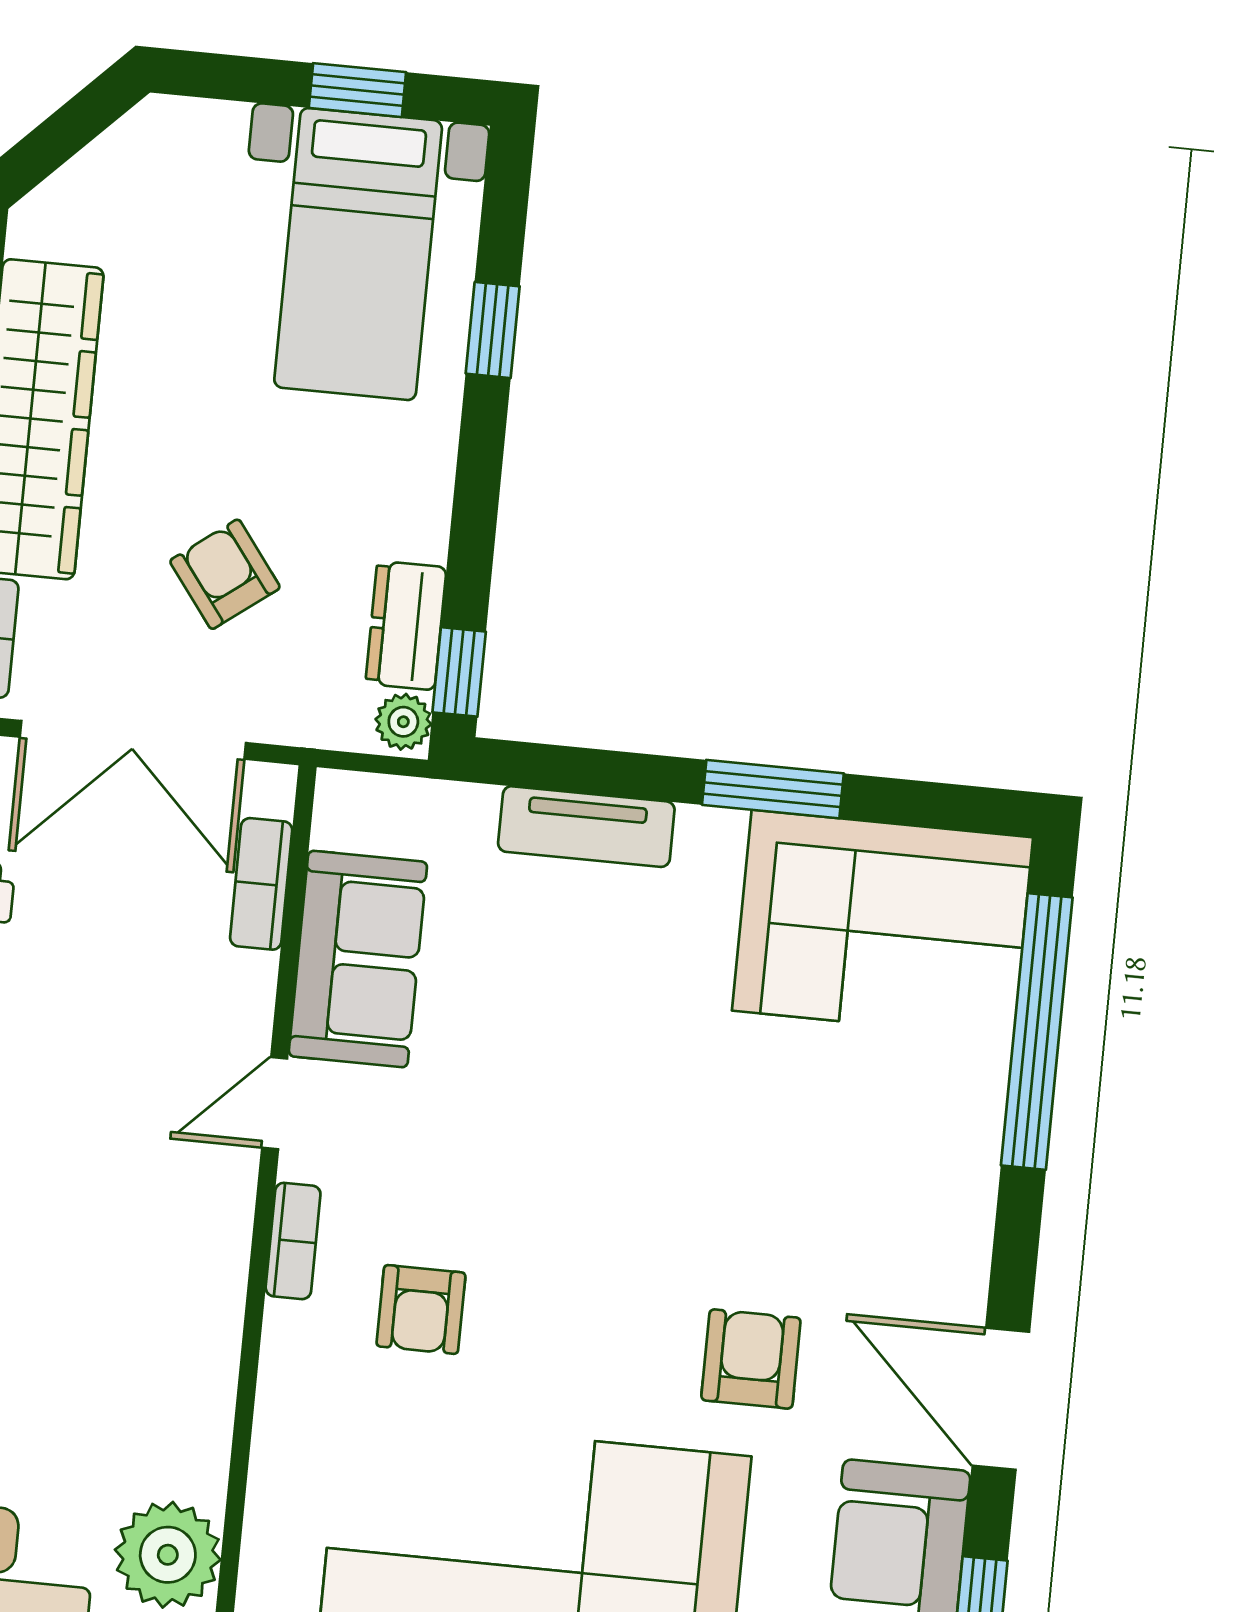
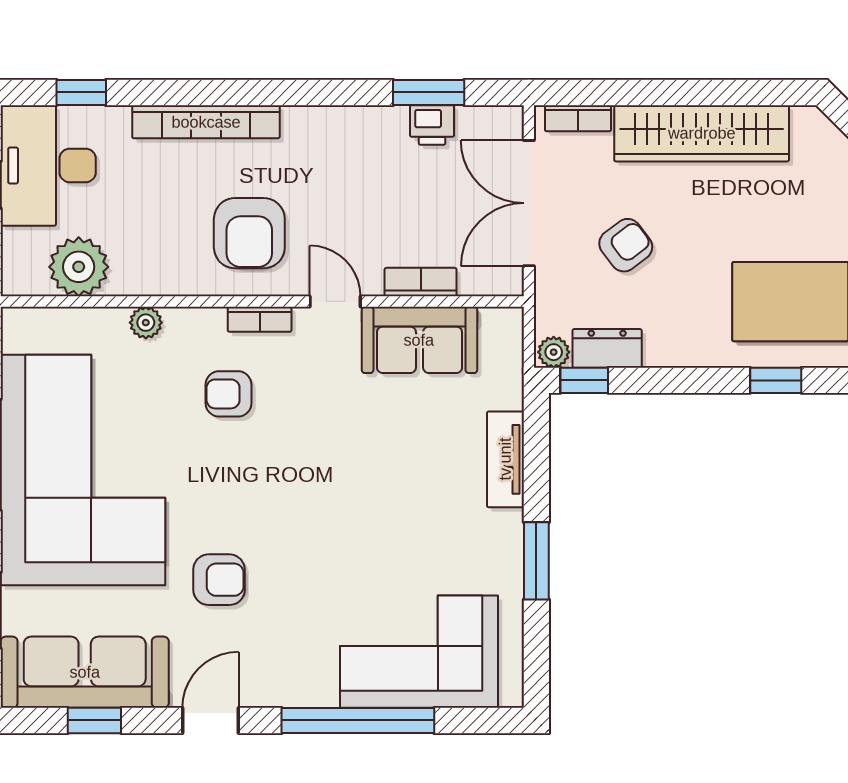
bookcase: (261, 884) -> (421, 282), moved
corner sofa: (883, 924) -> (419, 652), moved, turned 90
window: (1037, 1031) -> (358, 720), moved
armchair: (138, 1244) -> (249, 233), added
door: (1001, 1399) -> (211, 720), width x0.73
plant: (279, 1445) -> (146, 323), added

